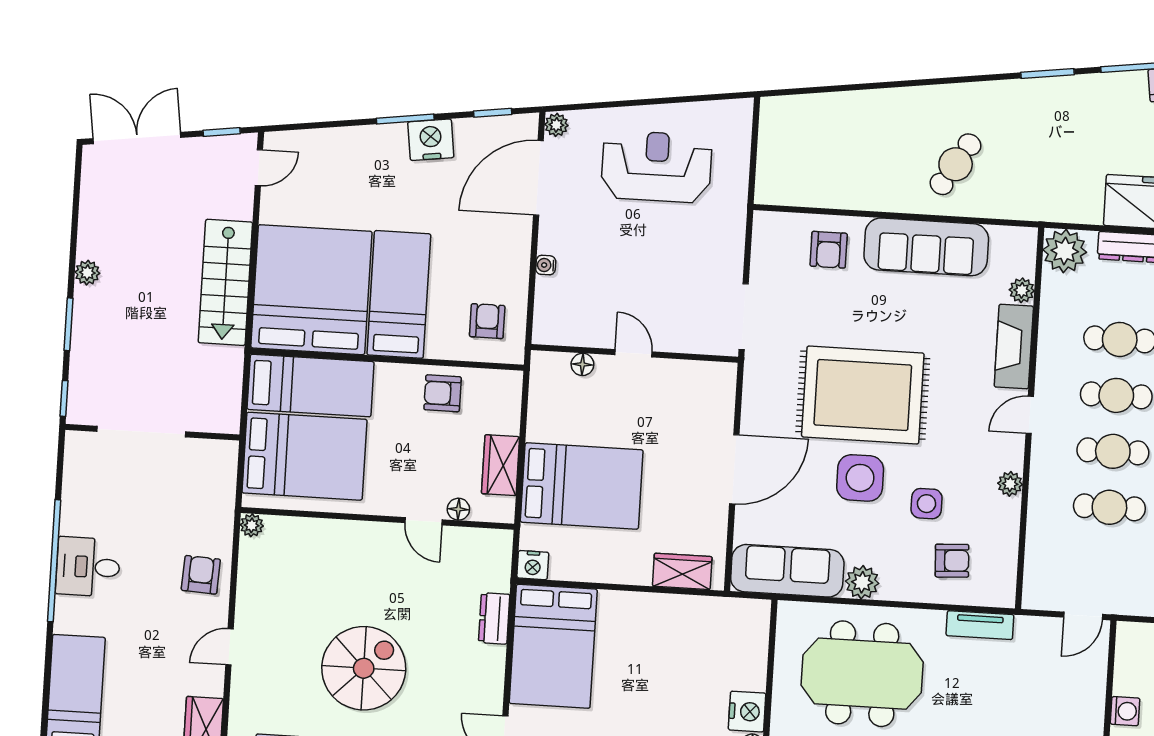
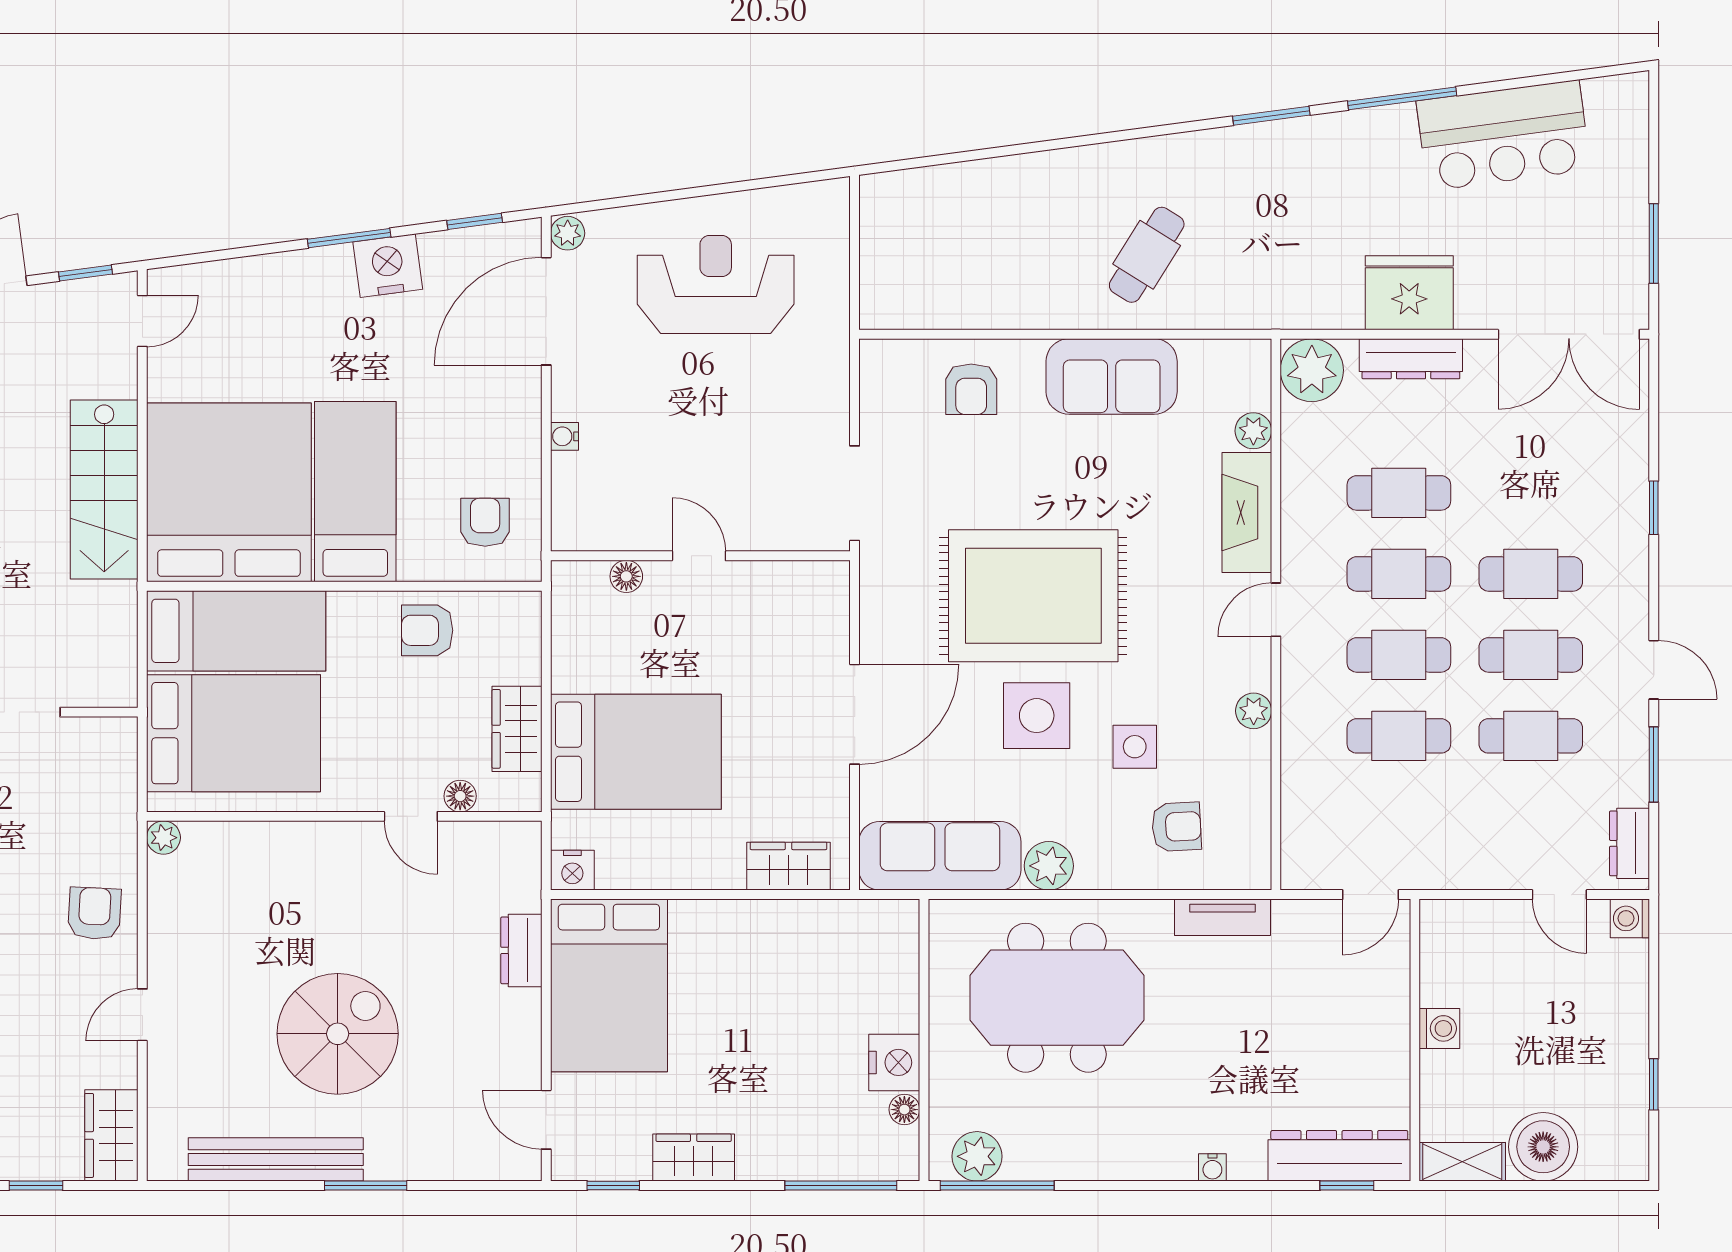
sofa: (926, 247) -> (1112, 376), width x0.73

